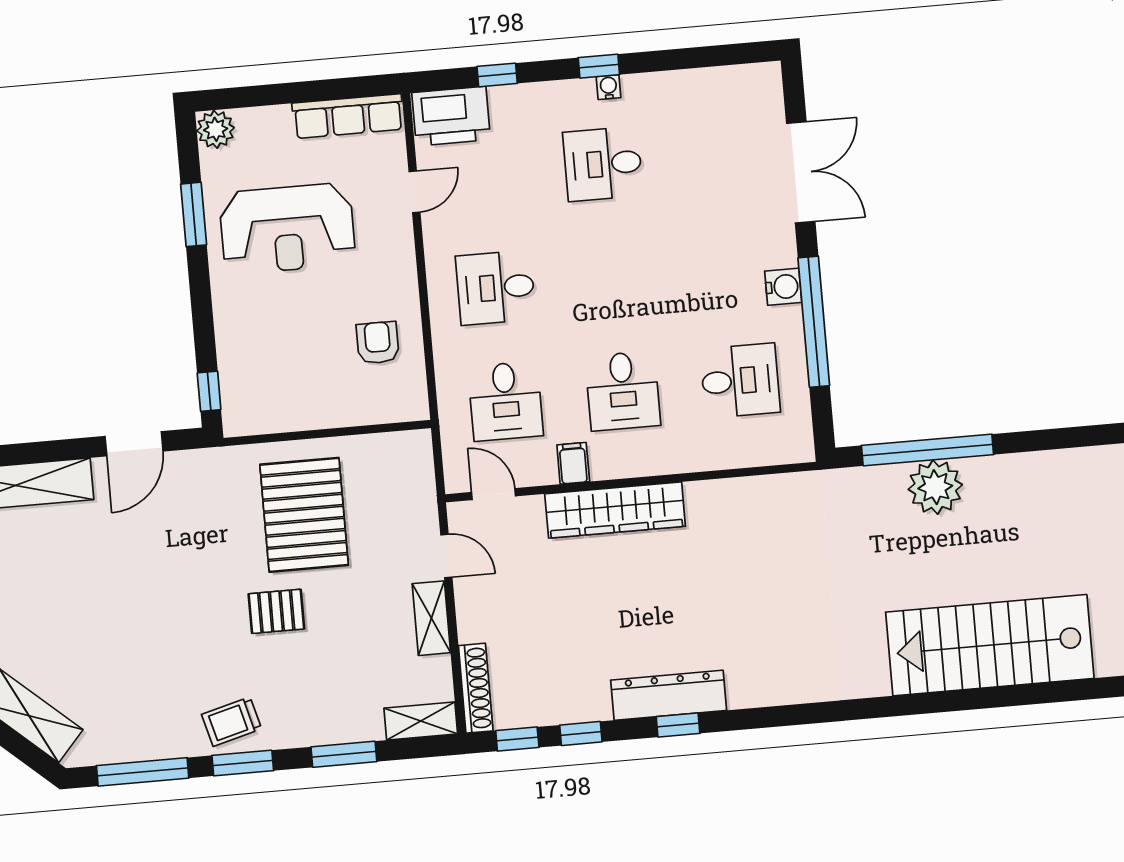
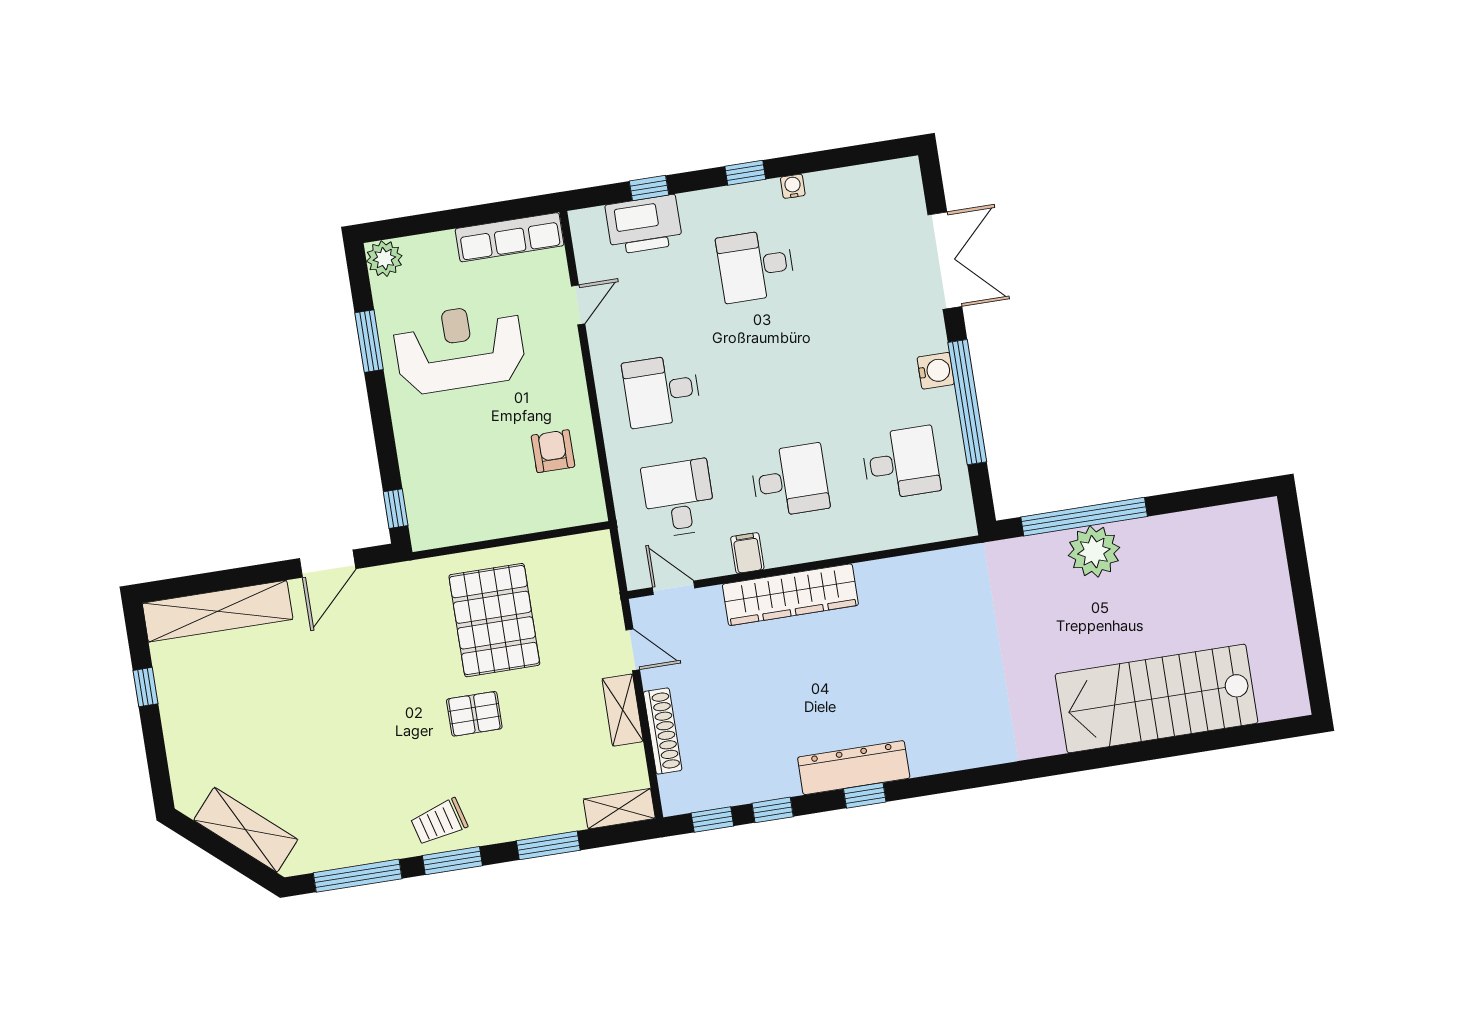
water cooler: (609, 87) -> (793, 186), moved
printer: (451, 116) -> (644, 225), moved
reception desk: (287, 229) -> (459, 348), turned 180
desk: (623, 391) -> (790, 481), turned -90
desk: (506, 401) -> (679, 498), turned 180
shoe rack: (476, 688) -> (663, 731), moved

